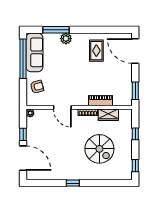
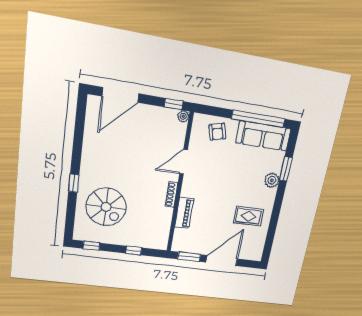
window: (56, 30) -> (286, 169), width x0.69
door: (135, 51) -> (222, 261), moved
wardrobe: (108, 115) -> (164, 220), removed
window: (23, 134) -> (174, 104), moved
spiral stairs: (99, 149) -> (106, 207), moved, turned -90
window: (73, 183) -> (74, 183), moved

